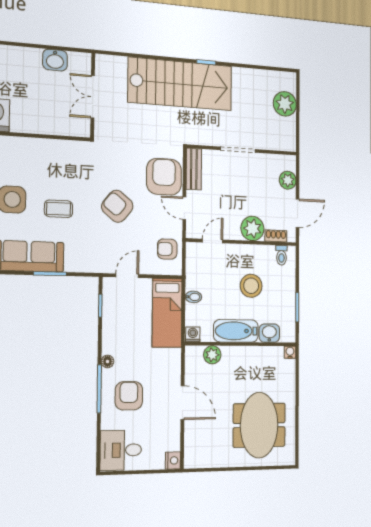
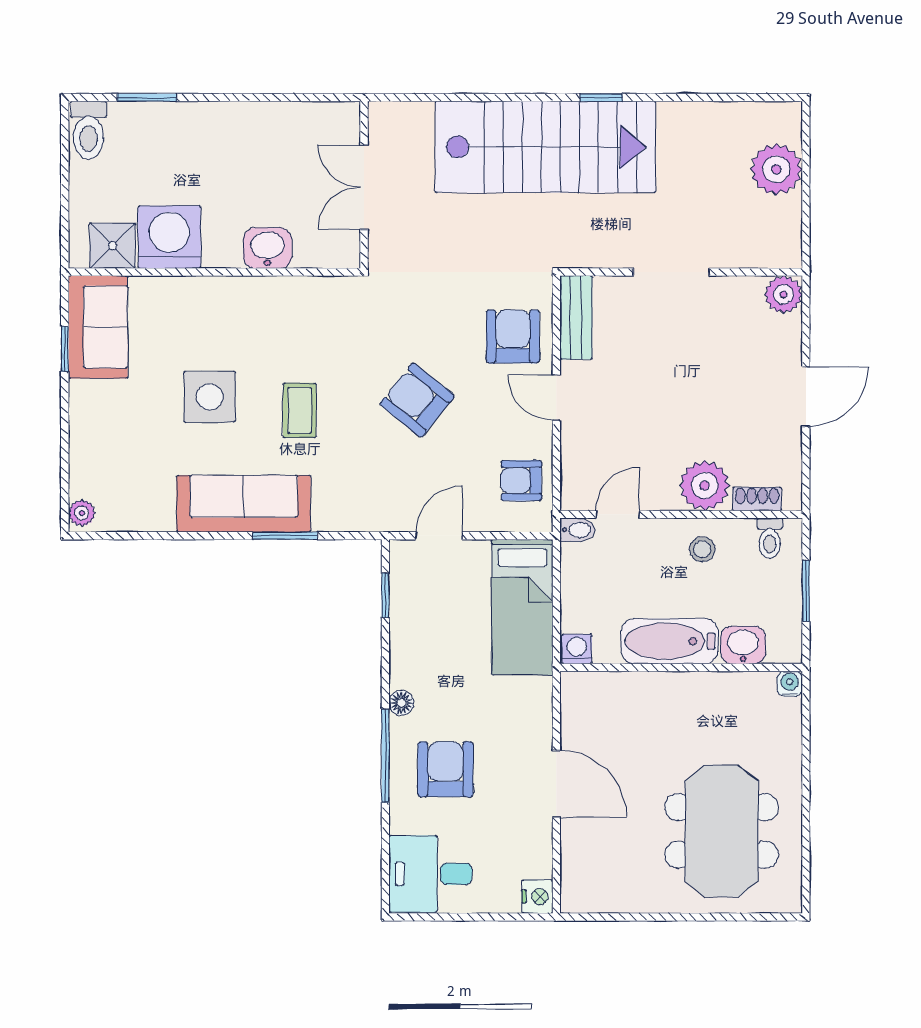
washbasin: (55, 60) -> (267, 248), moved, turned 180
armchair: (164, 177) -> (513, 336), width x0.73, depth x0.73
plant: (288, 180) -> (783, 294), moved
coffee table: (59, 209) -> (300, 410), turned 90
plant: (252, 228) -> (705, 486), moved
shoe rack: (276, 236) -> (757, 499), moved
door: (213, 241) -> (618, 514), moved
wall: (242, 242) -> (681, 514), moved
toilet: (281, 255) -> (770, 538), moved
stool: (251, 286) -> (702, 549), width x0.53, depth x0.53
bidet: (193, 297) -> (577, 530), moved
plant: (212, 355) -> (619, 689), removed

